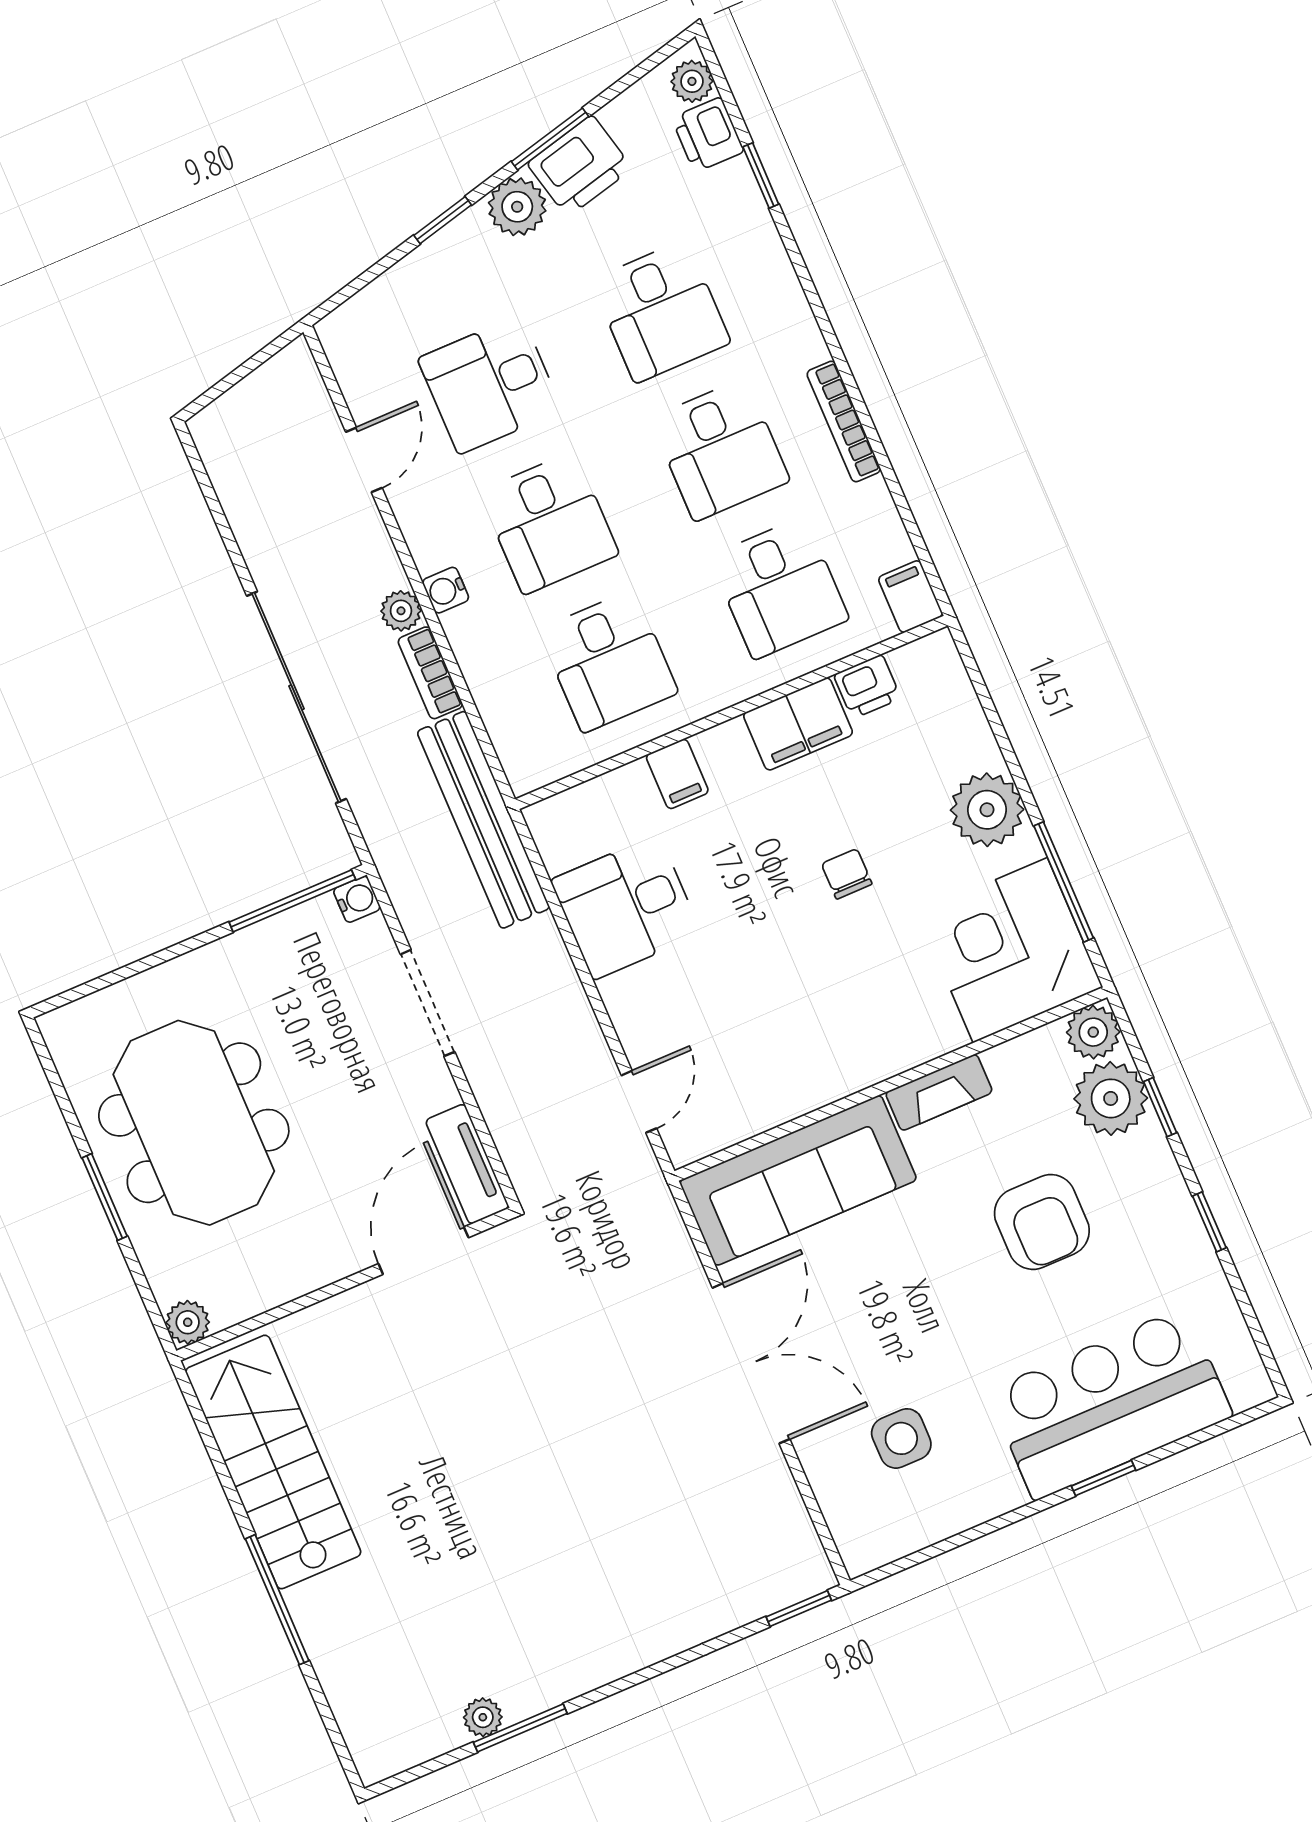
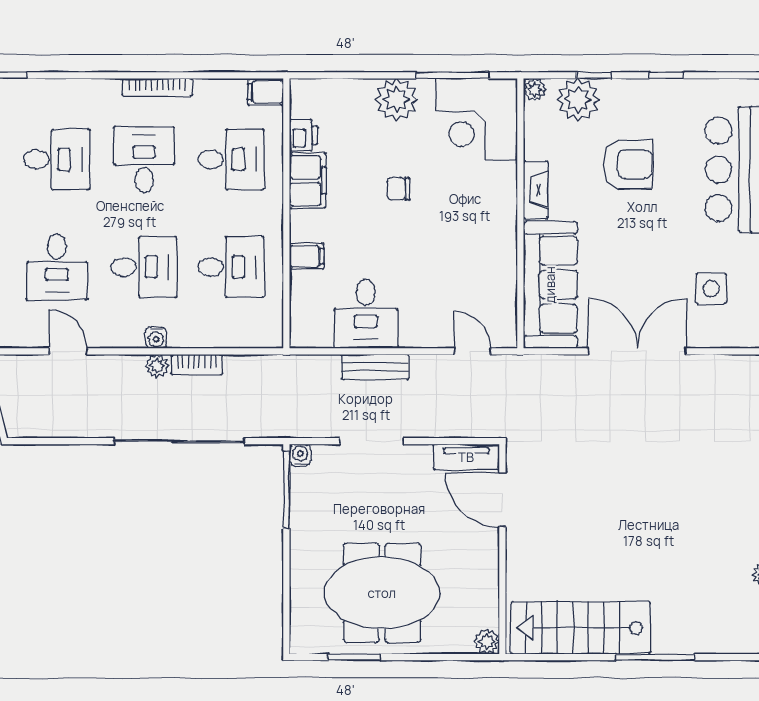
desk: (720, 450) -> (144, 159), turned -90
bench: (483, 820) -> (375, 367), moved, width x0.54, depth x0.82
plant: (1093, 1032) -> (535, 90), width x0.73, depth x0.73
window: (105, 1197) -> (354, 657), moved

